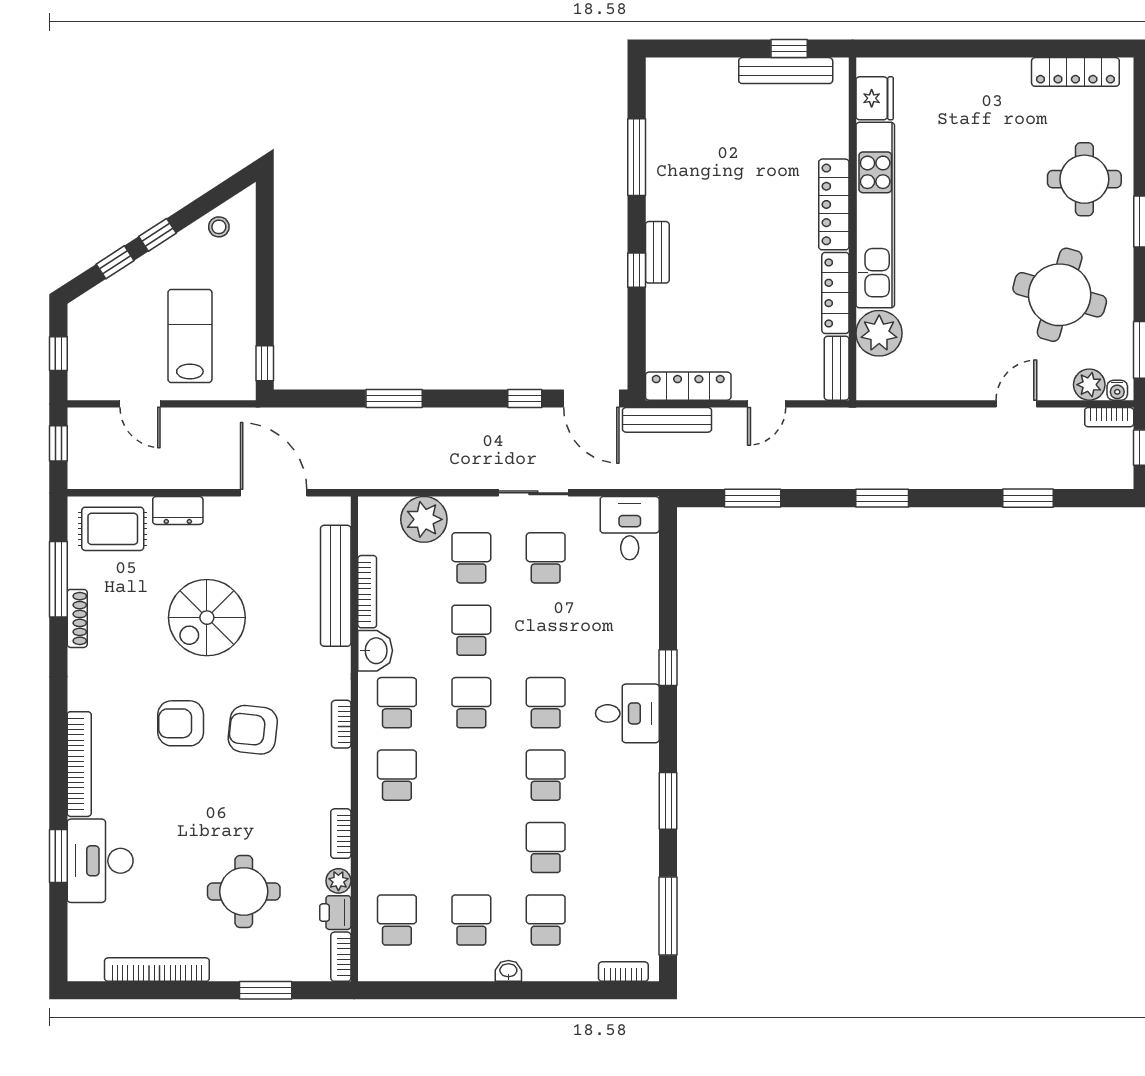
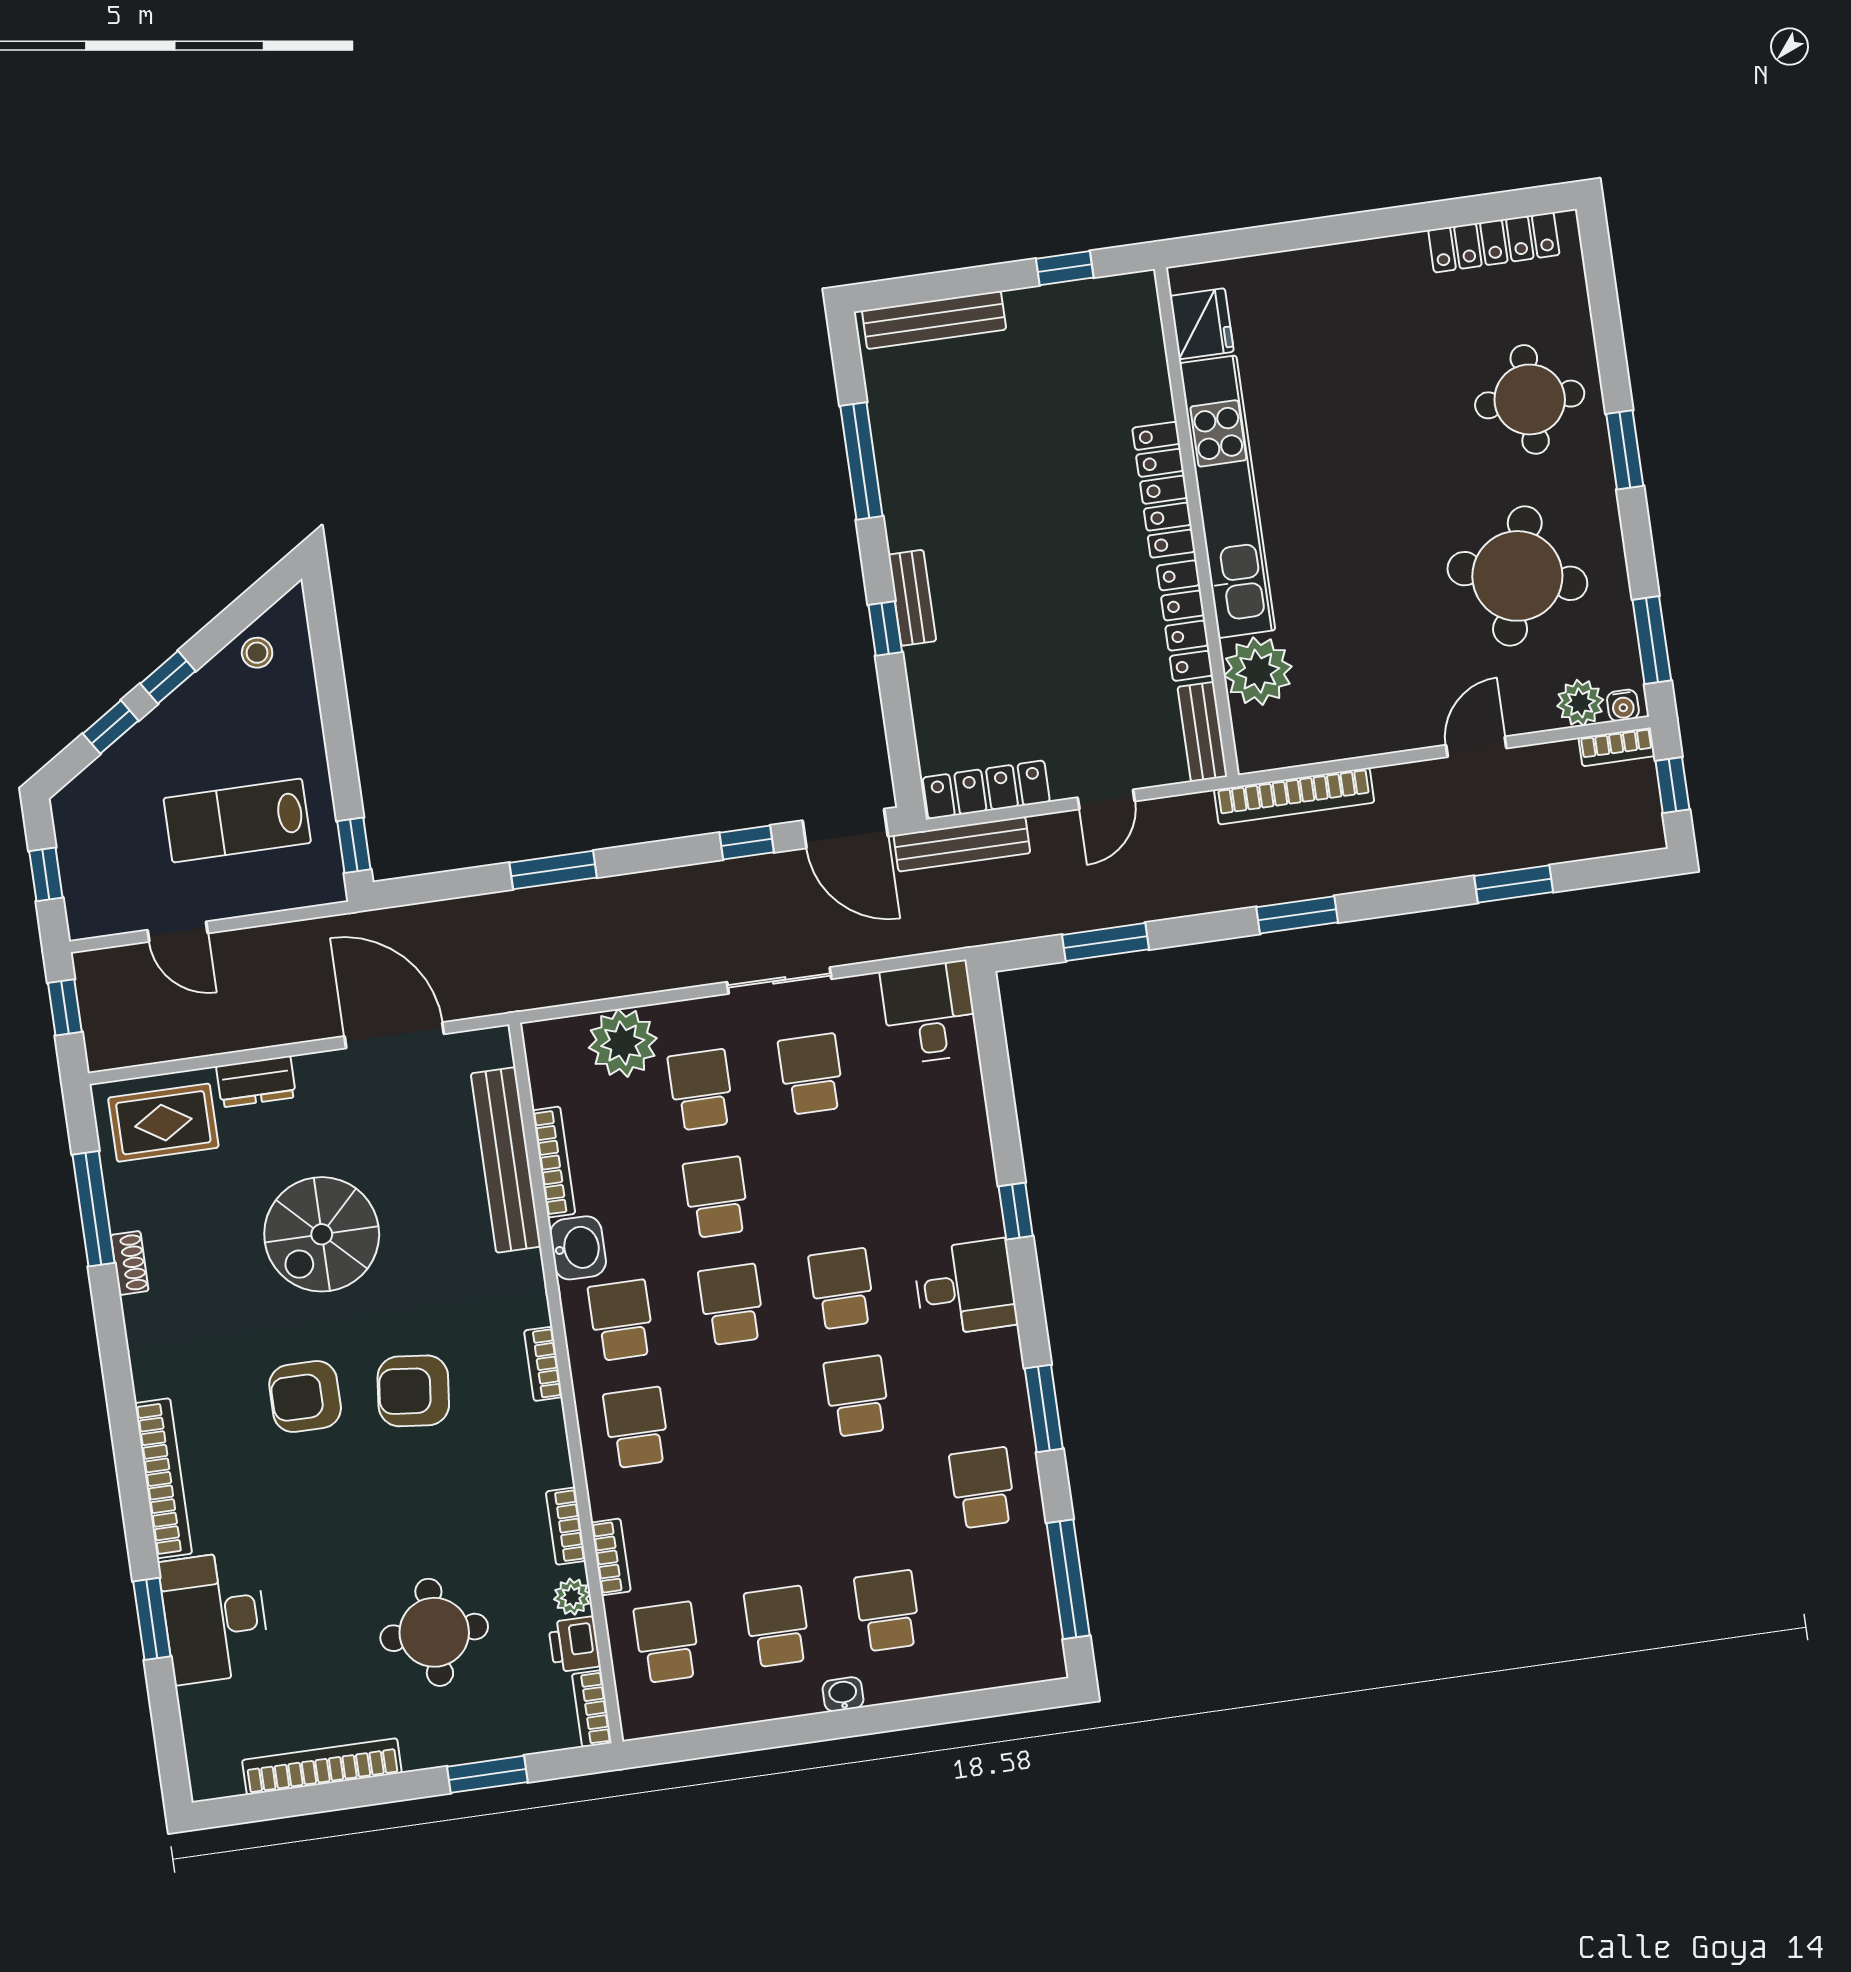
bench: (786, 71) -> (934, 320), moved
lab bench: (190, 336) -> (237, 820), turned -90
bookcase: (891, 419) -> (1294, 796), added
shoe rack: (77, 618) -> (130, 1263), width x0.70
school desk: (546, 848) -> (983, 1488), moved
bookcase: (623, 972) -> (611, 1557), moved, turned 90

